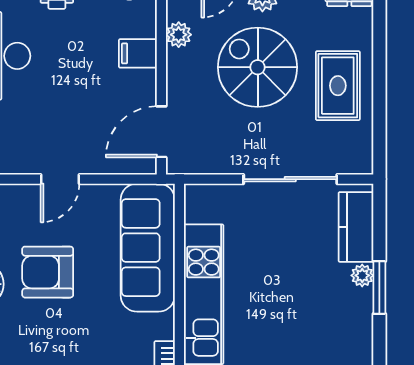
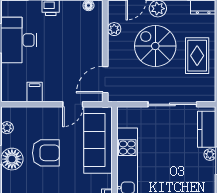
filing cabinet: (138, 53) -> (35, 92), moved, turned 90
door: (60, 179) -> (73, 104), moved
armchair: (48, 272) -> (46, 153), turned 180

